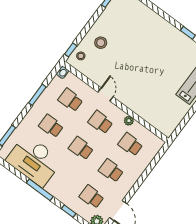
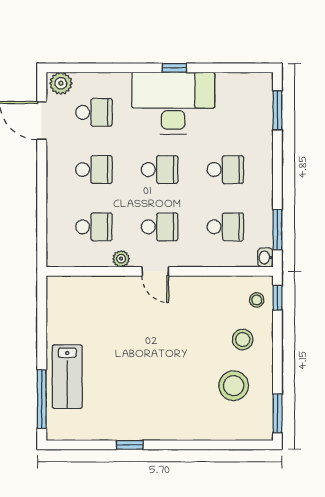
stool: (120, 25) -> (234, 386), added
door: (105, 94) -> (155, 271), moved
window: (37, 95) -> (277, 230), moved
desk: (34, 160) -> (173, 103), moved
window: (40, 190) -> (175, 68), width x0.46
window: (69, 211) -> (111, 68), removed

